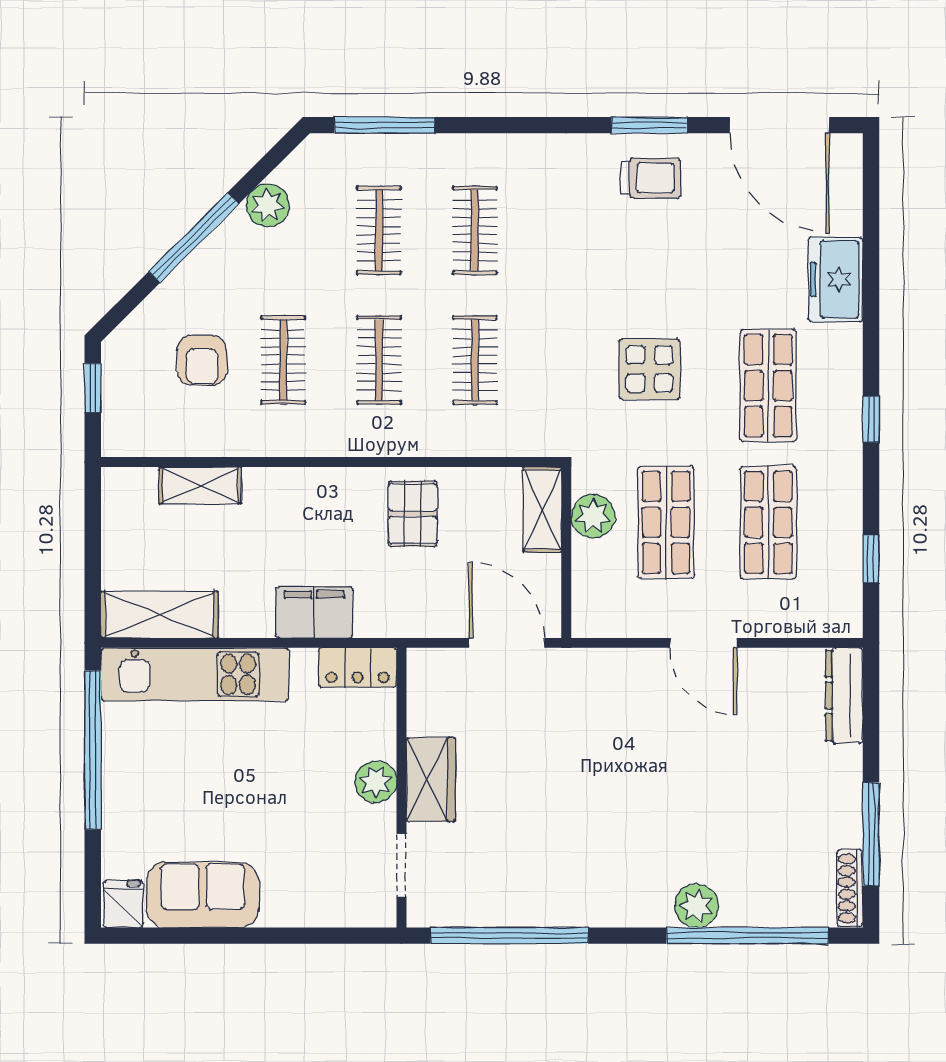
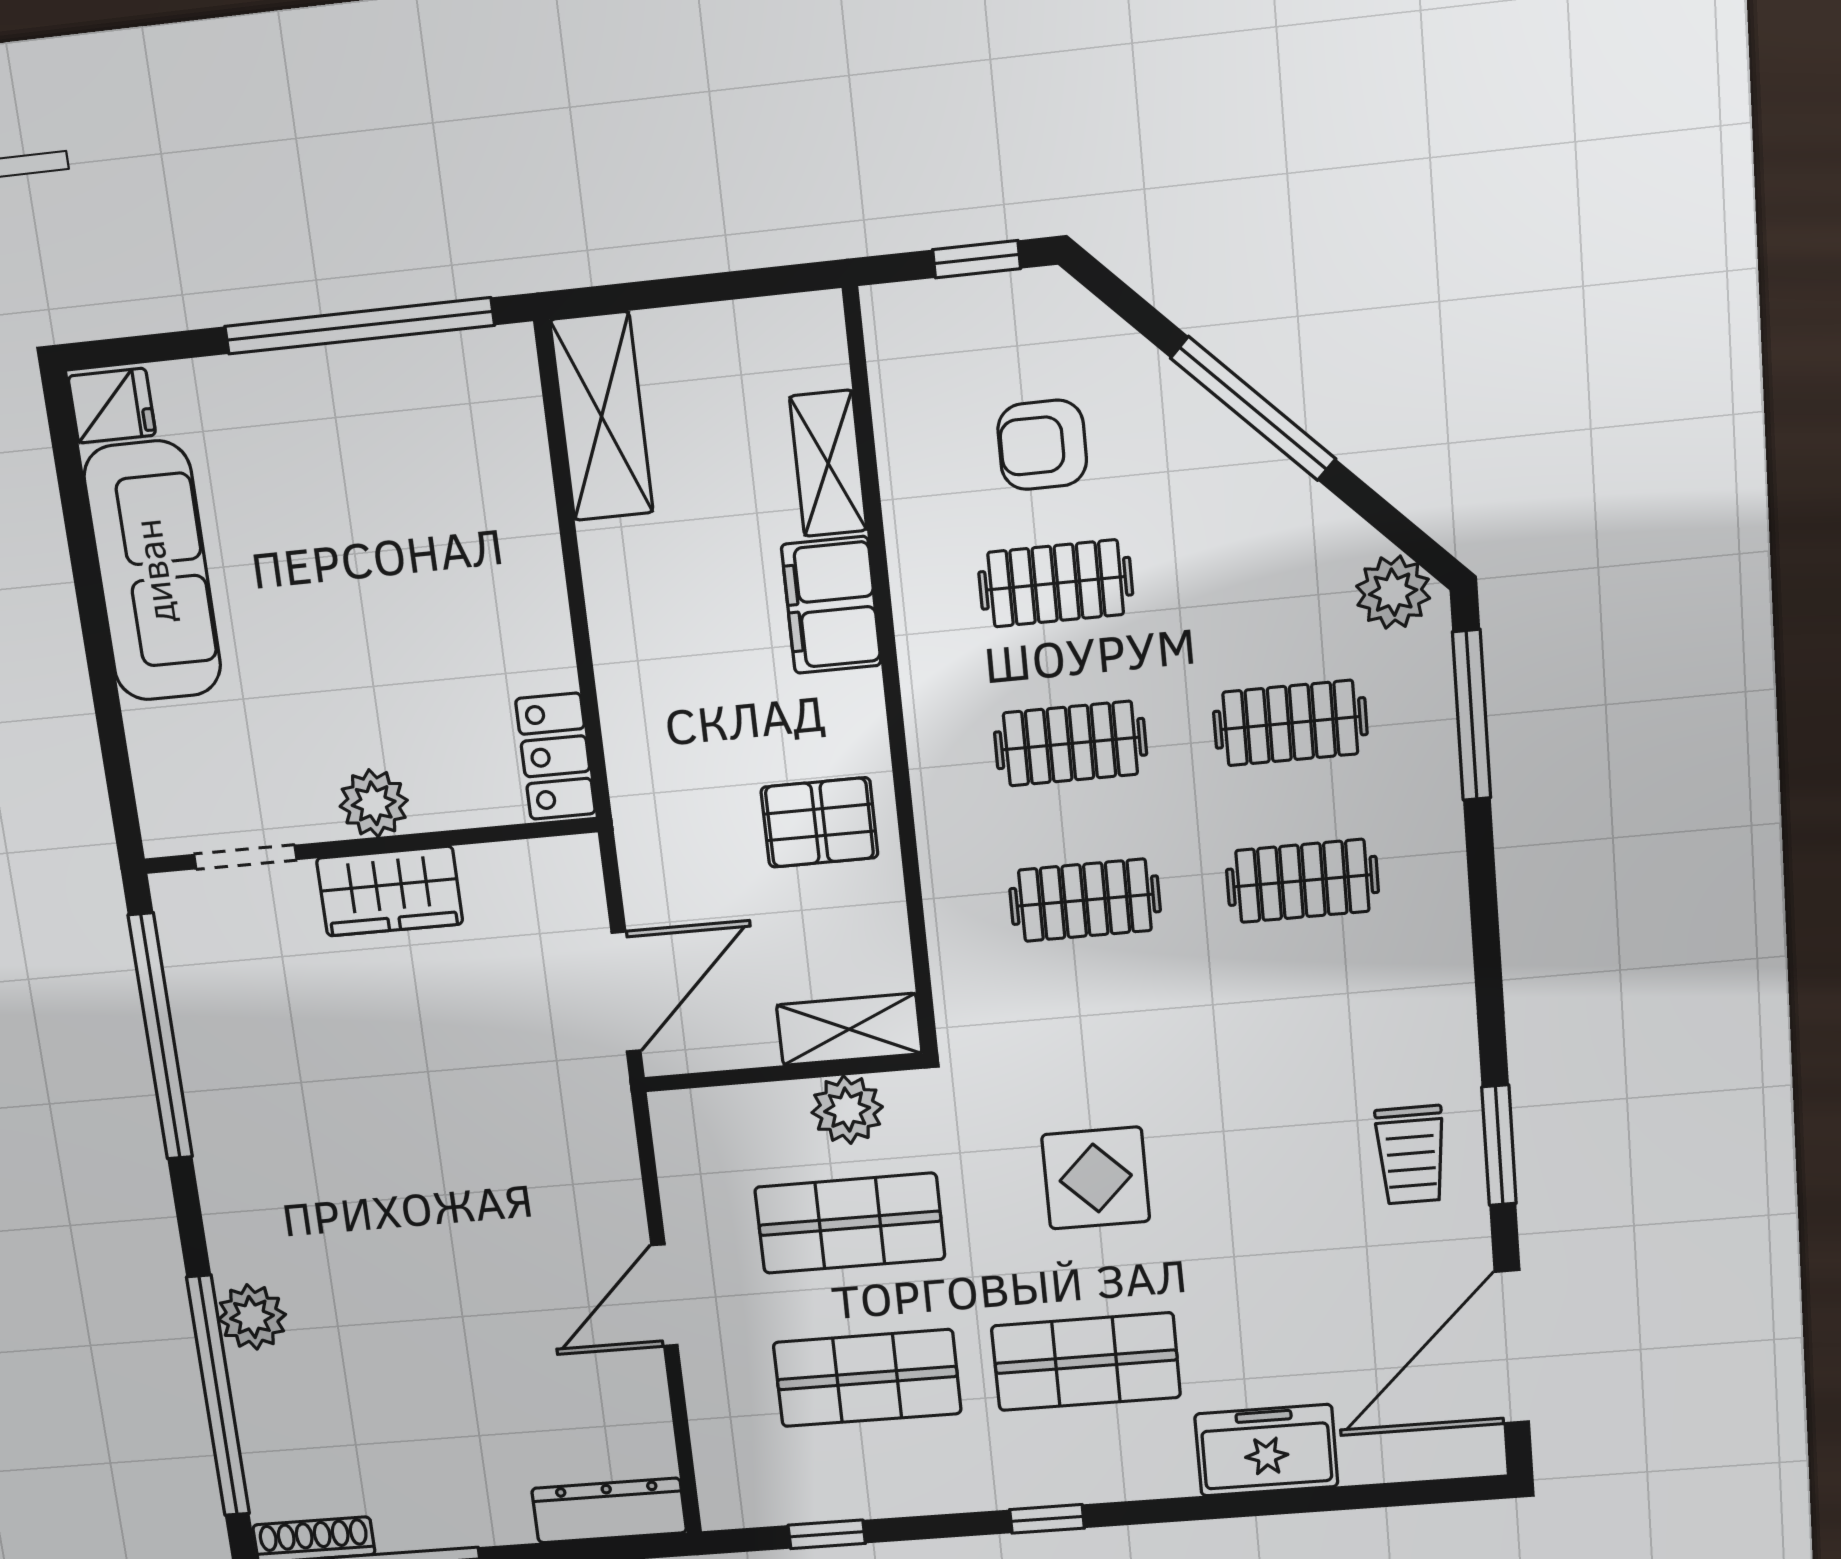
plant: (268, 205) -> (1393, 592), moved
filing cabinet: (314, 612) -> (831, 605), moved, turned 180
kitchen unit: (195, 674) -> (509, 487), removed
sofa: (203, 895) -> (153, 571), width x1.36

